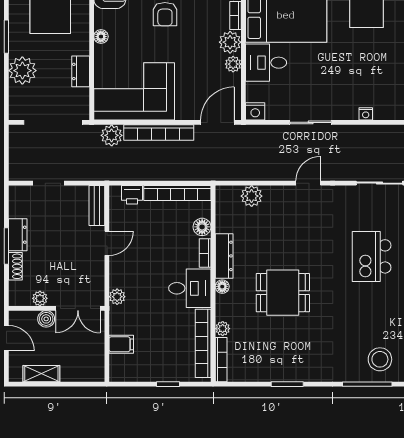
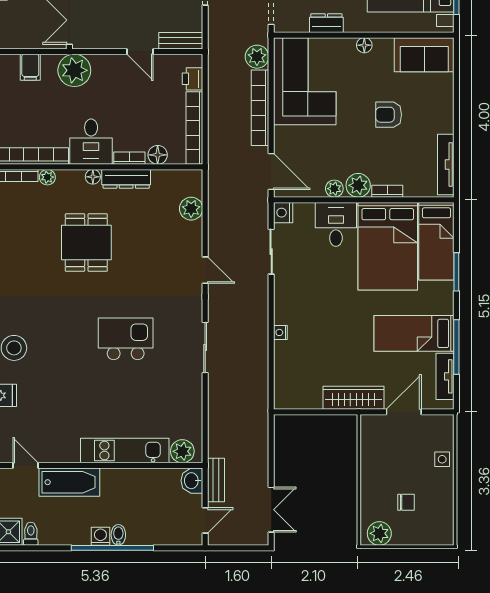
sliding door: (311, 122) -> (271, 252), moved
plant: (117, 297) -> (74, 70), width x1.88, depth x1.88

